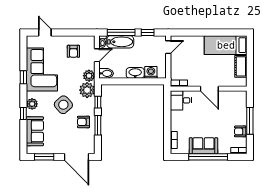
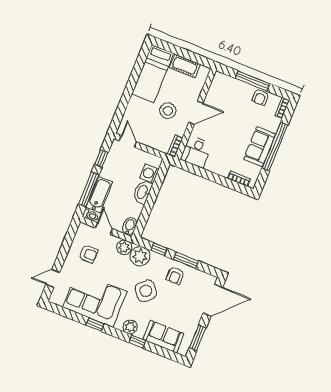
stool: (203, 67) -> (168, 111), added

